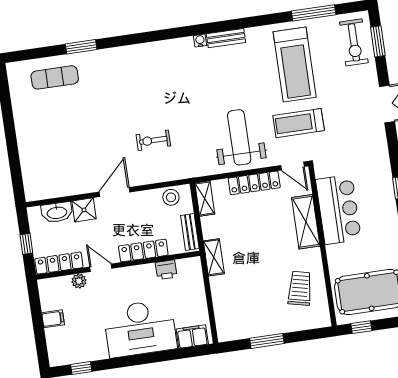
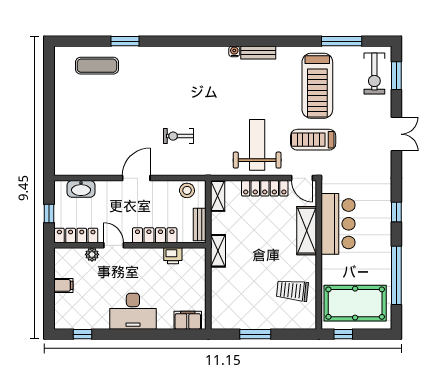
shower: (84, 210) -> (106, 190), removed
trolley: (300, 288) -> (292, 290), turned -97
desk: (140, 328) -> (133, 311), width x0.73, depth x0.77

